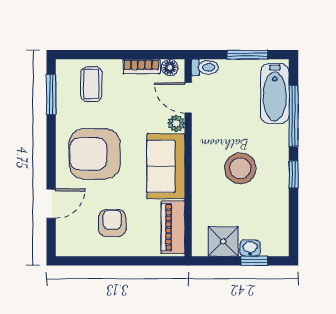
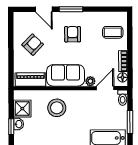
window: (51, 94) -> (71, 9), moved
armchair: (94, 154) -> (73, 34), width x0.53, depth x0.53
stool: (240, 168) -> (57, 108), moved
armchair: (112, 223) -> (33, 45), turned -46

